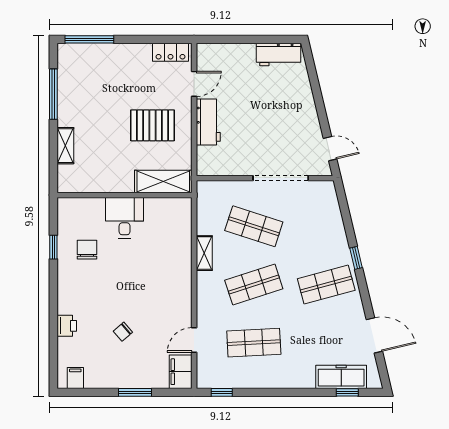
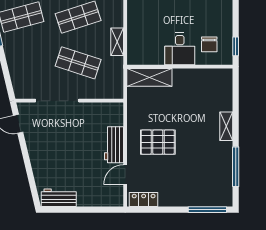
shelving: (163, 181) -> (149, 77), moved
wall: (124, 195) -> (180, 67), moved
desk: (125, 218) -> (180, 49), moved

